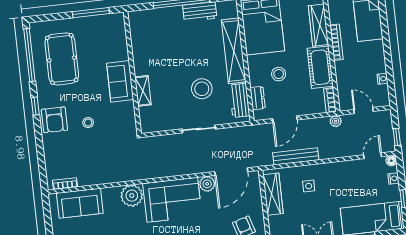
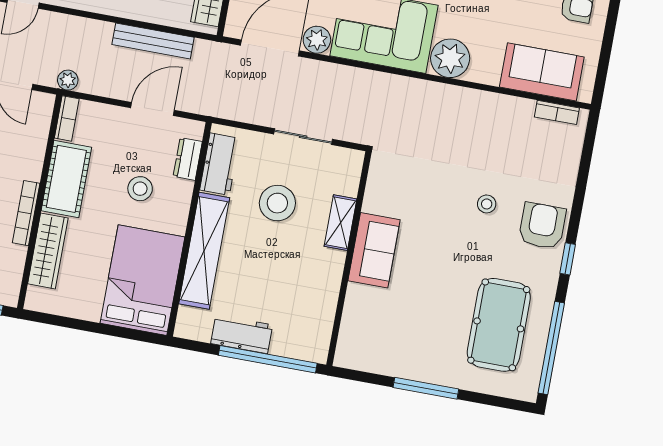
wall: (132, 73) -> (349, 259), moved
sofa: (120, 81) -> (374, 250), moved
shelving: (143, 91) -> (340, 223), moved

